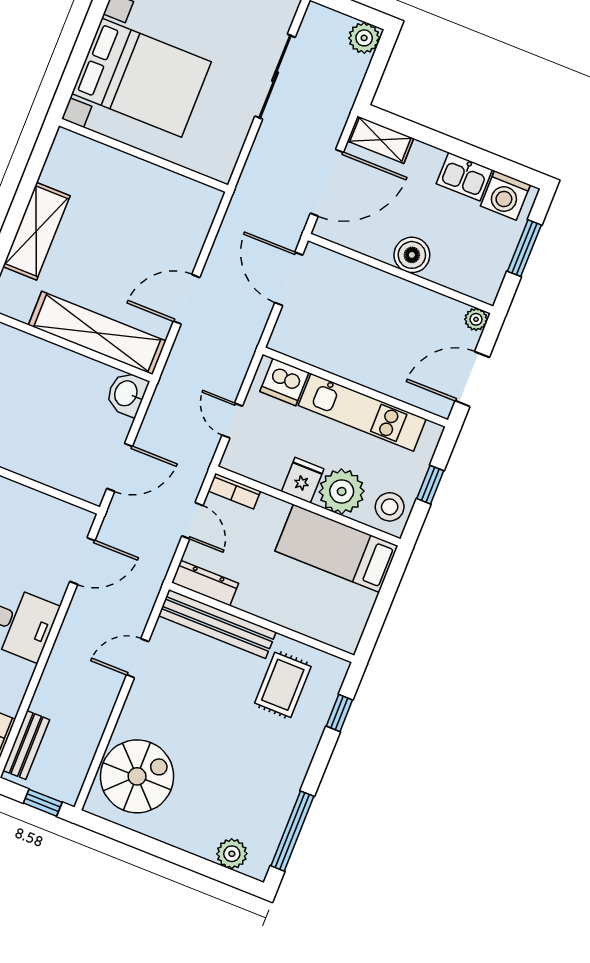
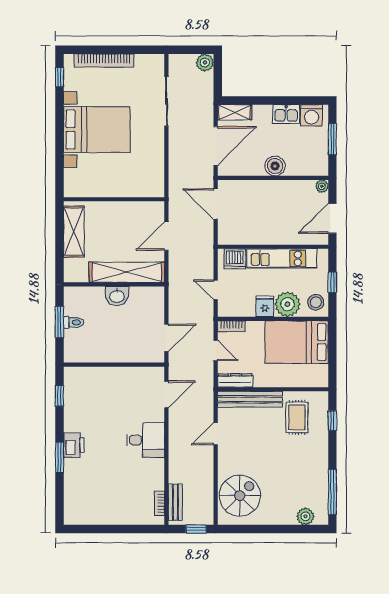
wall: (143, 155) -> (114, 199), moved
washbasin: (127, 394) -> (117, 296), moved, turned -90
bed: (337, 548) -> (297, 342), width x1.50

